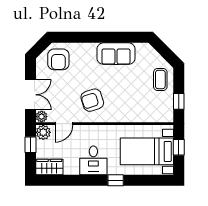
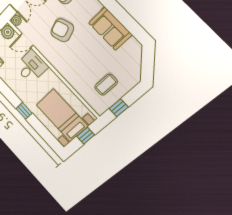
coffee table: (160, 80) -> (106, 85), moved
armchair: (92, 100) -> (62, 30), moved
desk: (93, 160) -> (31, 67), moved, turned 180

